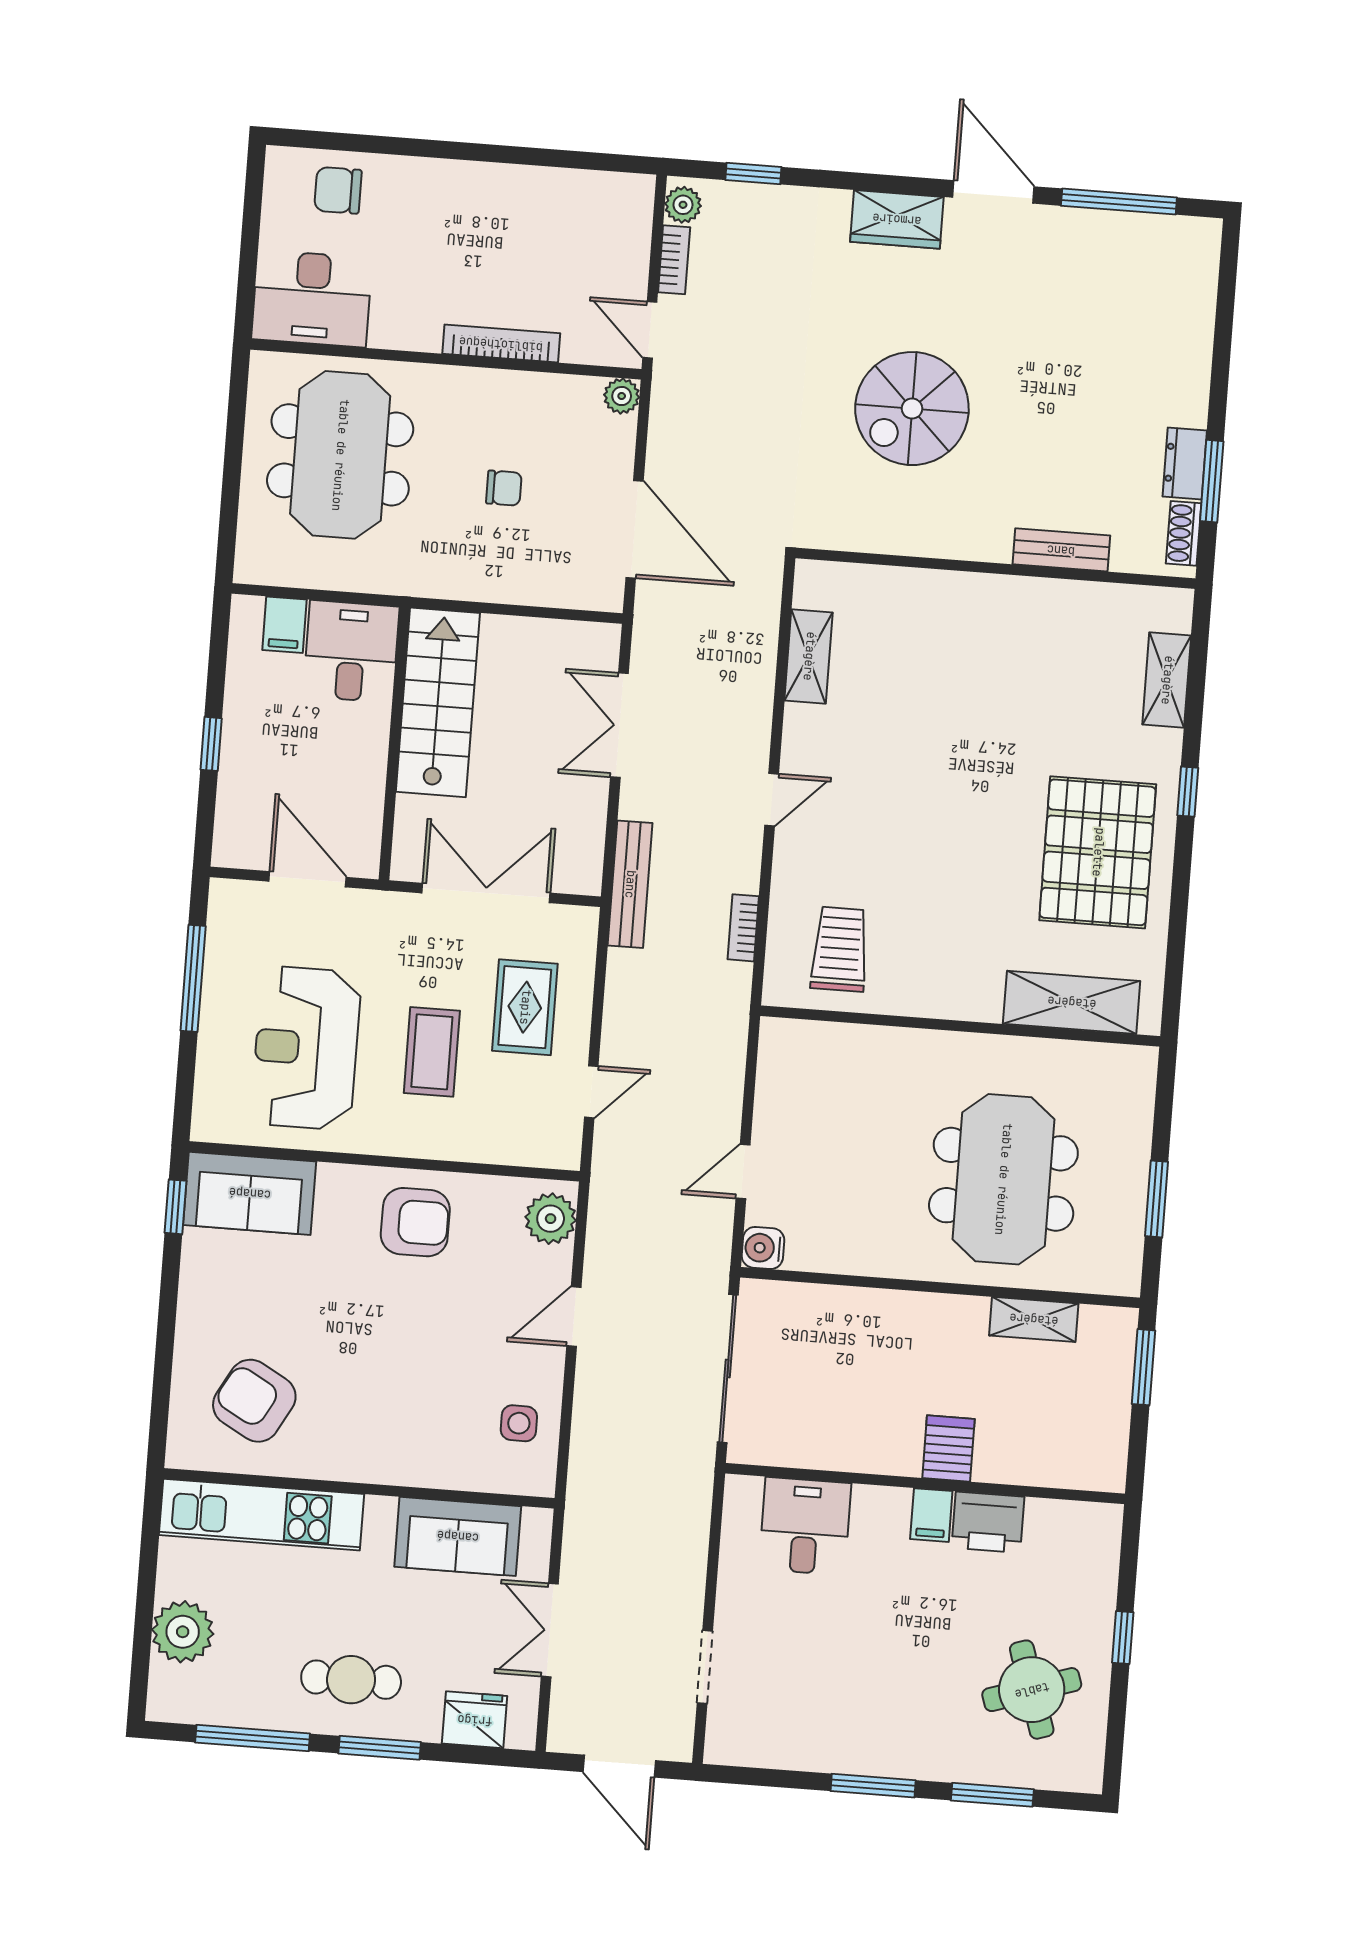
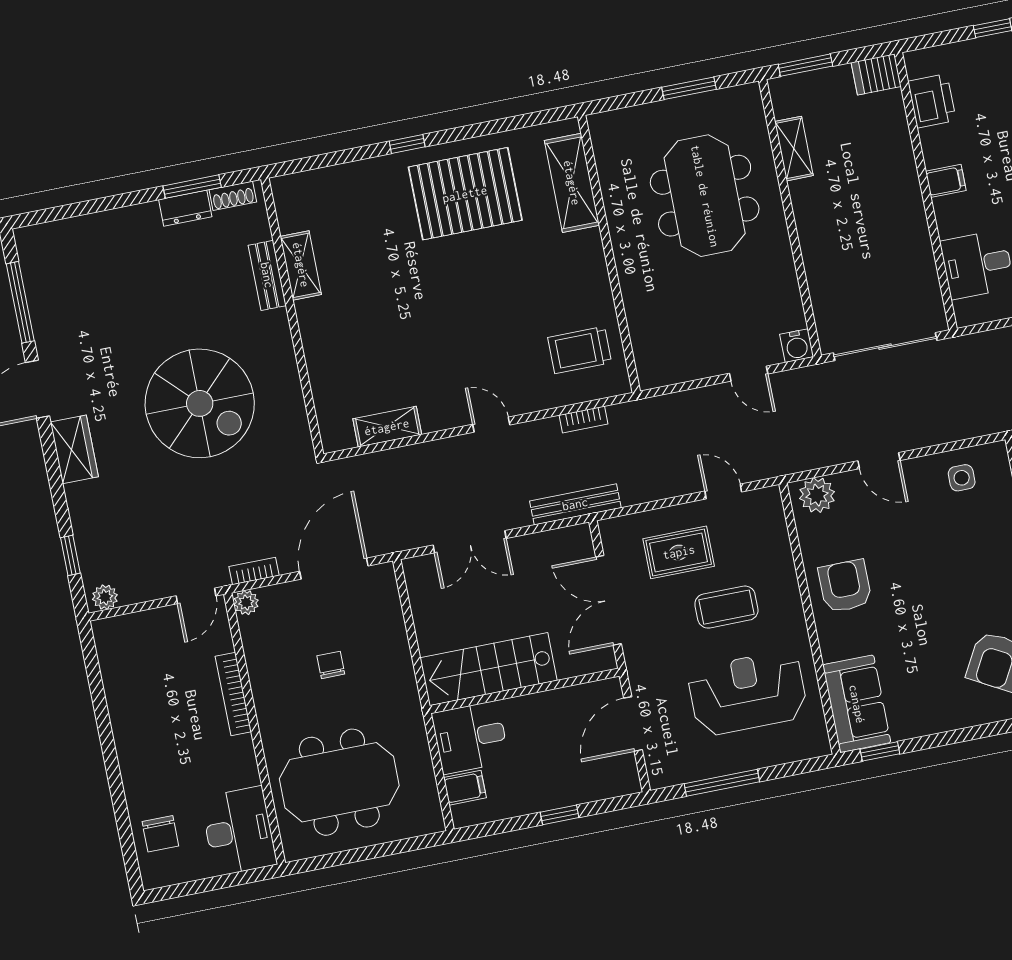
bookcase: (674, 260) -> (254, 571), moved
spiral stairs: (912, 409) -> (200, 403), width x1.37, depth x1.37
shelving: (1167, 680) -> (301, 265), moved, turned 90
reception desk: (306, 1048) -> (748, 693), turned 180
meeting table: (1003, 1179) -> (705, 196), turned 90
server rack: (949, 1448) -> (876, 74), moved
printer: (988, 1522) -> (932, 101), moved

